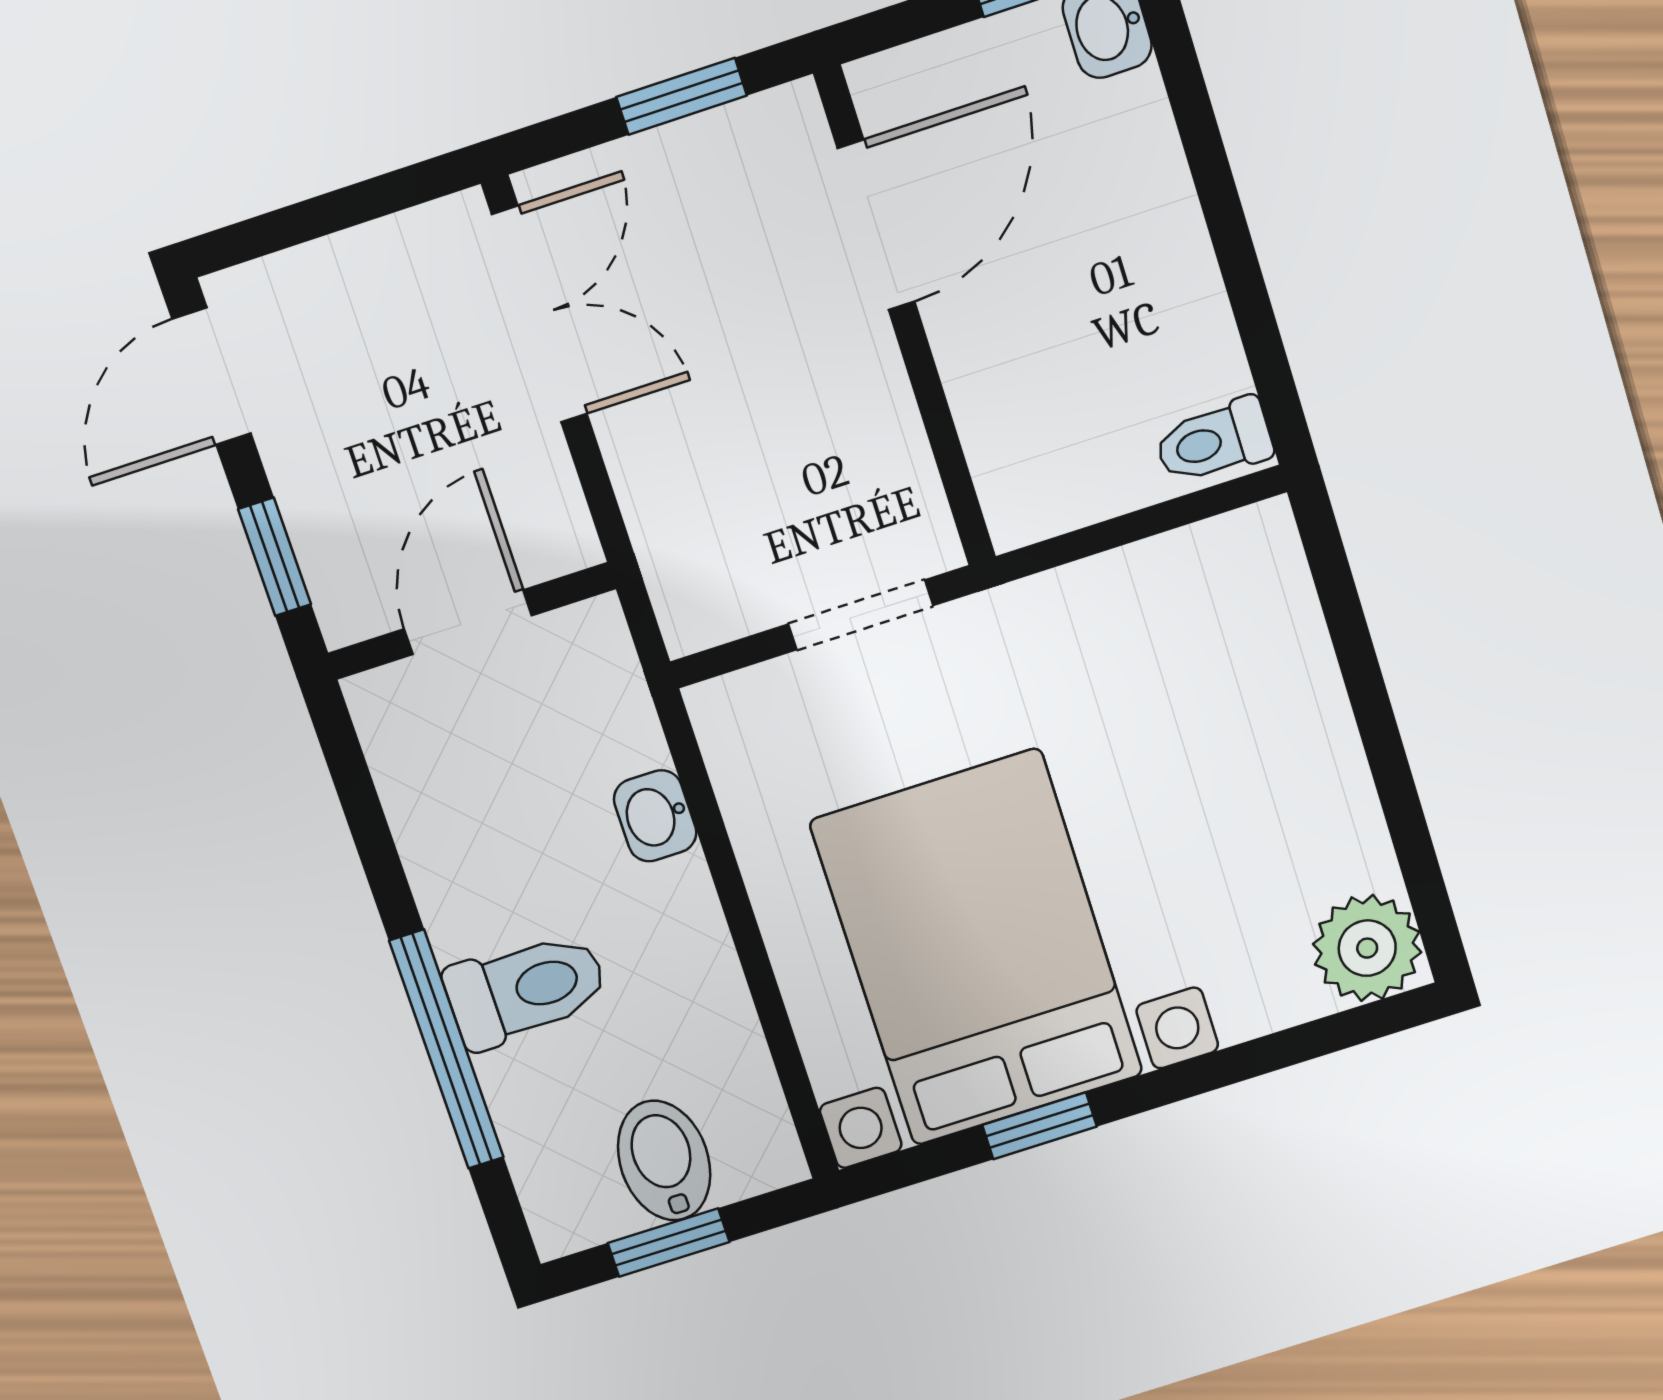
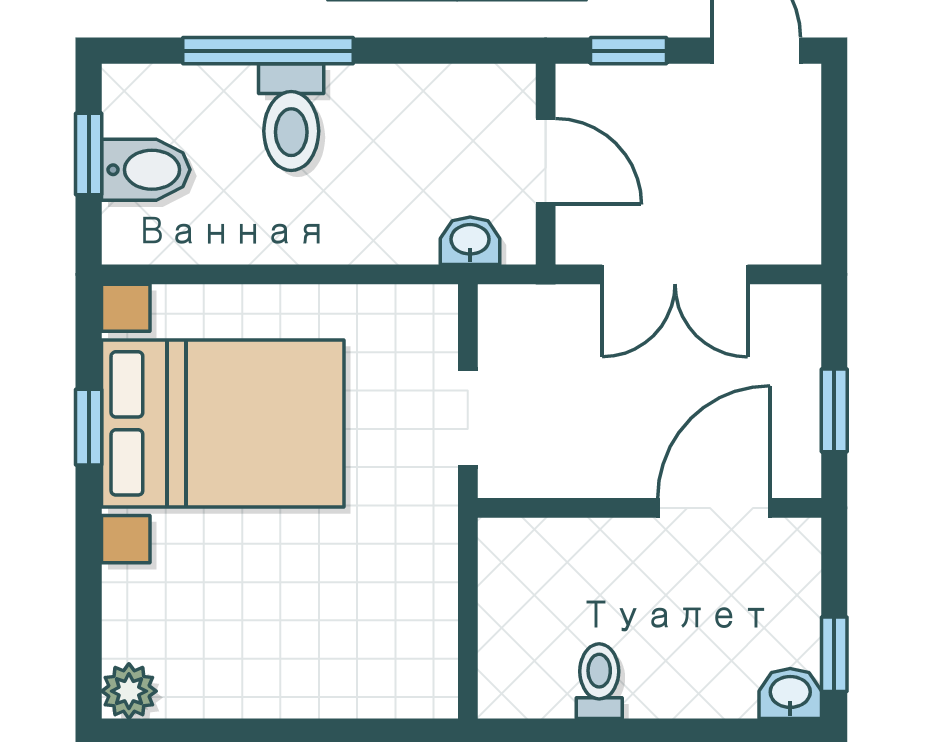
door: (876, 225) -> (714, 508), swing flipped
double door: (540, 314) -> (675, 274), moved
toilet: (1214, 441) -> (599, 681), moved
washbasin: (655, 816) -> (470, 241), moved
plant: (1367, 948) -> (129, 691), width x0.73, depth x0.73

